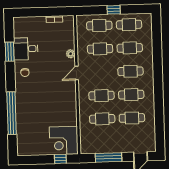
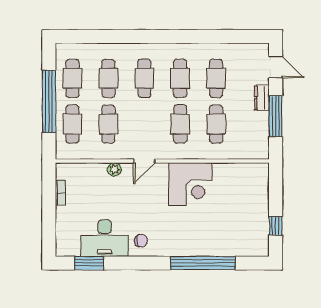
window: (114, 10) -> (49, 101), width x3.17
desk: (26, 49) -> (105, 238), width x1.37
window: (10, 52) -> (89, 263), moved
door: (77, 73) -> (144, 161), hinge flipped
corner desk: (64, 141) -> (190, 184), moved
dresser: (120, 148) -> (262, 98), added
window: (60, 159) -> (276, 226), moved

